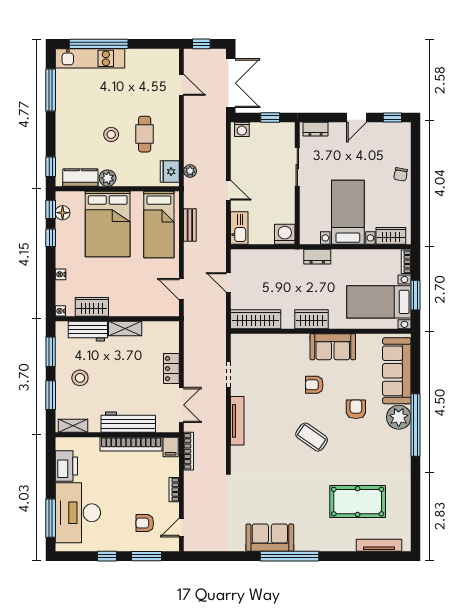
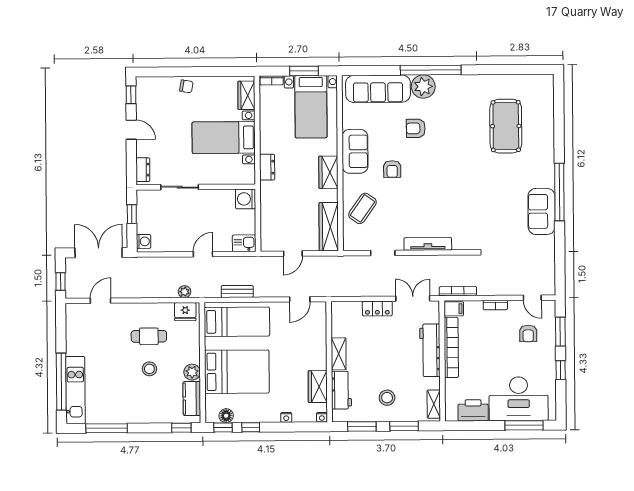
kitchen sink: (239, 228) -> (244, 243), width x0.73
coffee table: (312, 437) -> (362, 208), moved
tv unit: (379, 545) -> (548, 105), removed

